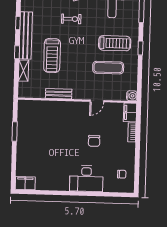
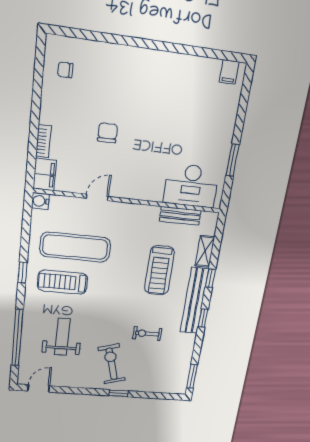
exercise bike: (71, 19) -> (147, 334), moved
treadmill: (52, 56) -> (159, 270), turned 180
exercise mat: (108, 68) -> (75, 247), width x1.36, depth x1.45
bench: (59, 94) -> (180, 216), moved
desk: (86, 178) -> (191, 186), moved, turned 180
filing cabinet: (25, 183) -> (229, 72), width x0.50

